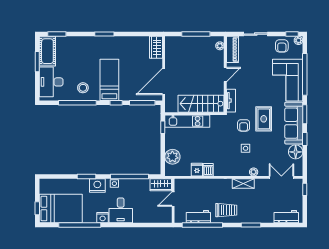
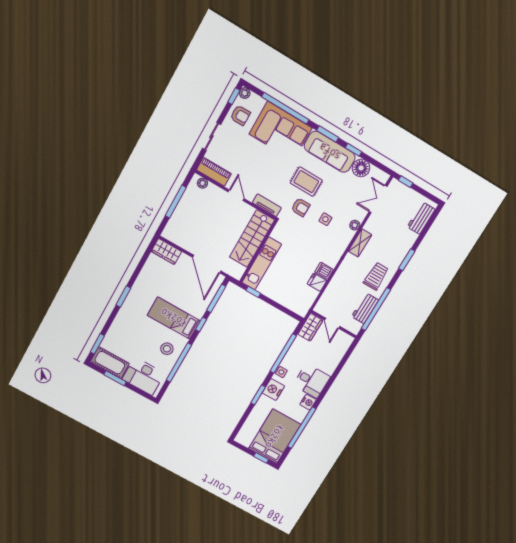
plant: (172, 157) -> (289, 300), removed

